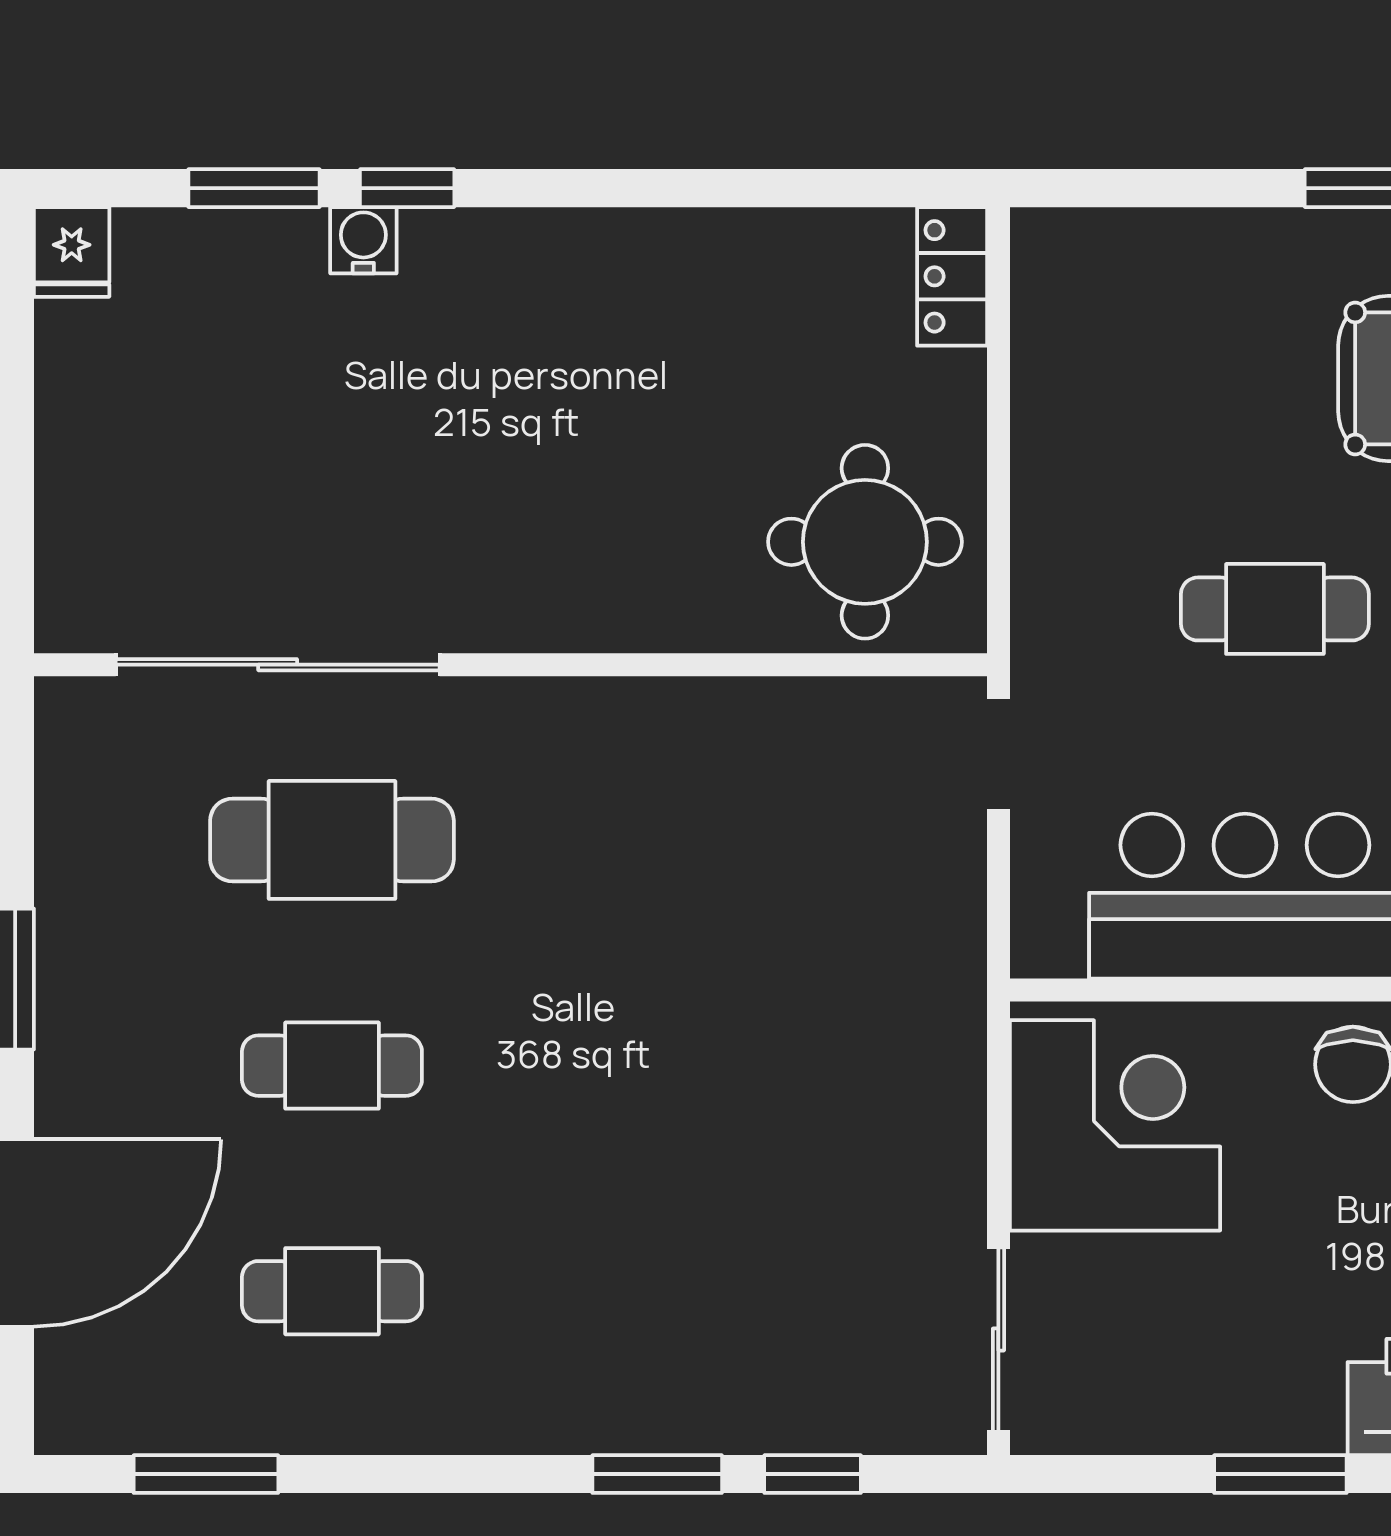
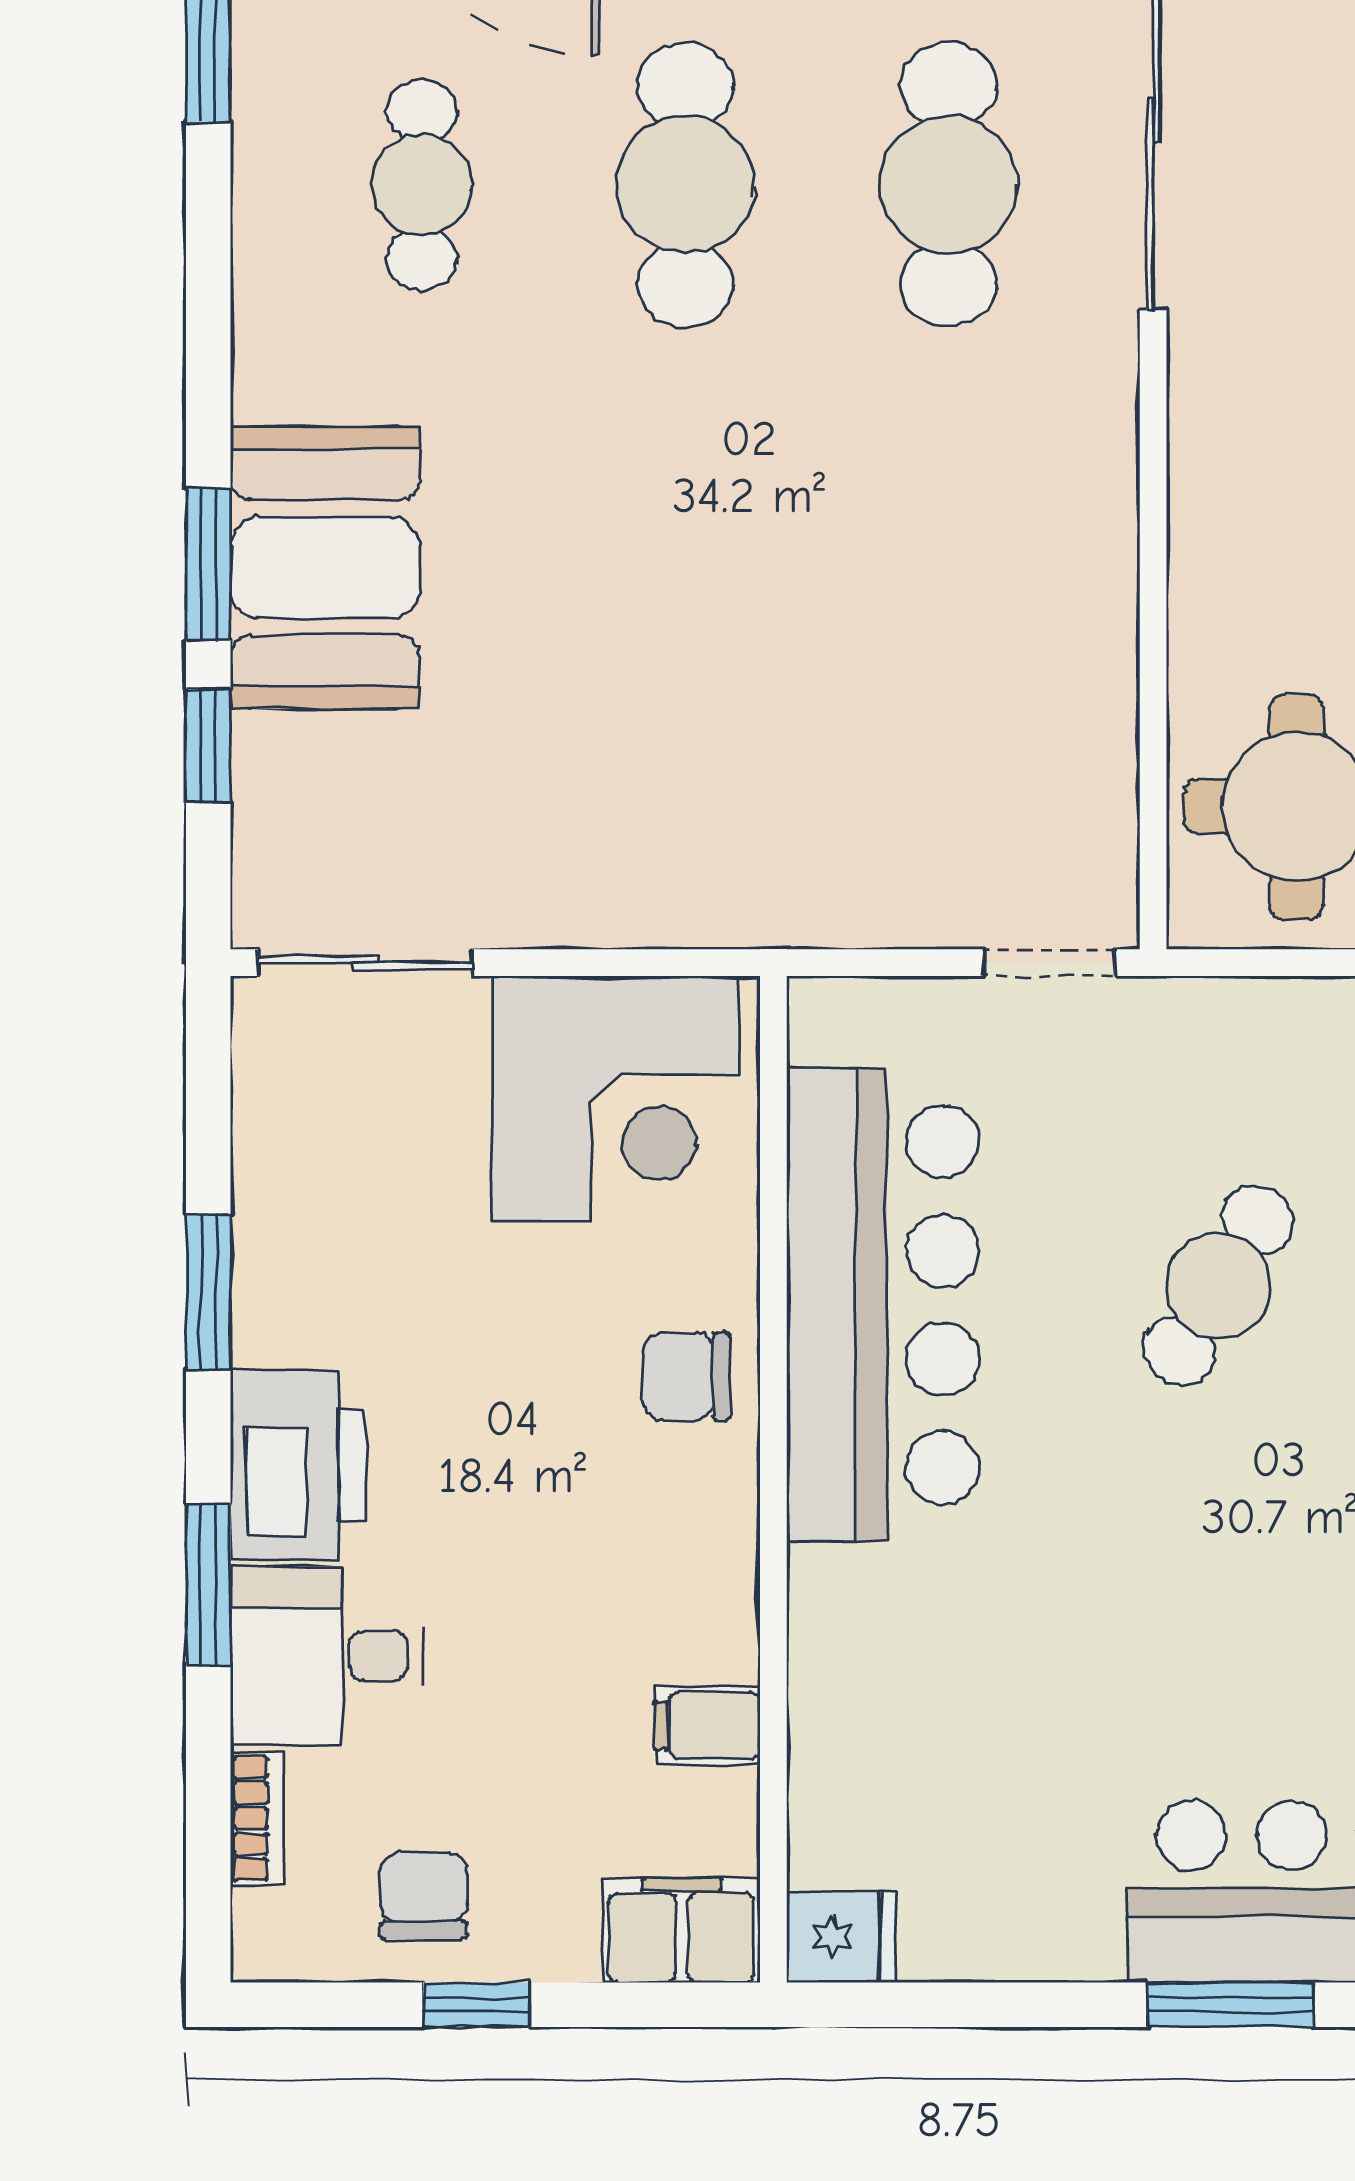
cafe table: (1275, 609) -> (1218, 1286), turned 31
cafe table: (332, 1066) -> (685, 185), width x1.37, depth x1.35
booth: (660, 1374) -> (325, 568), added

